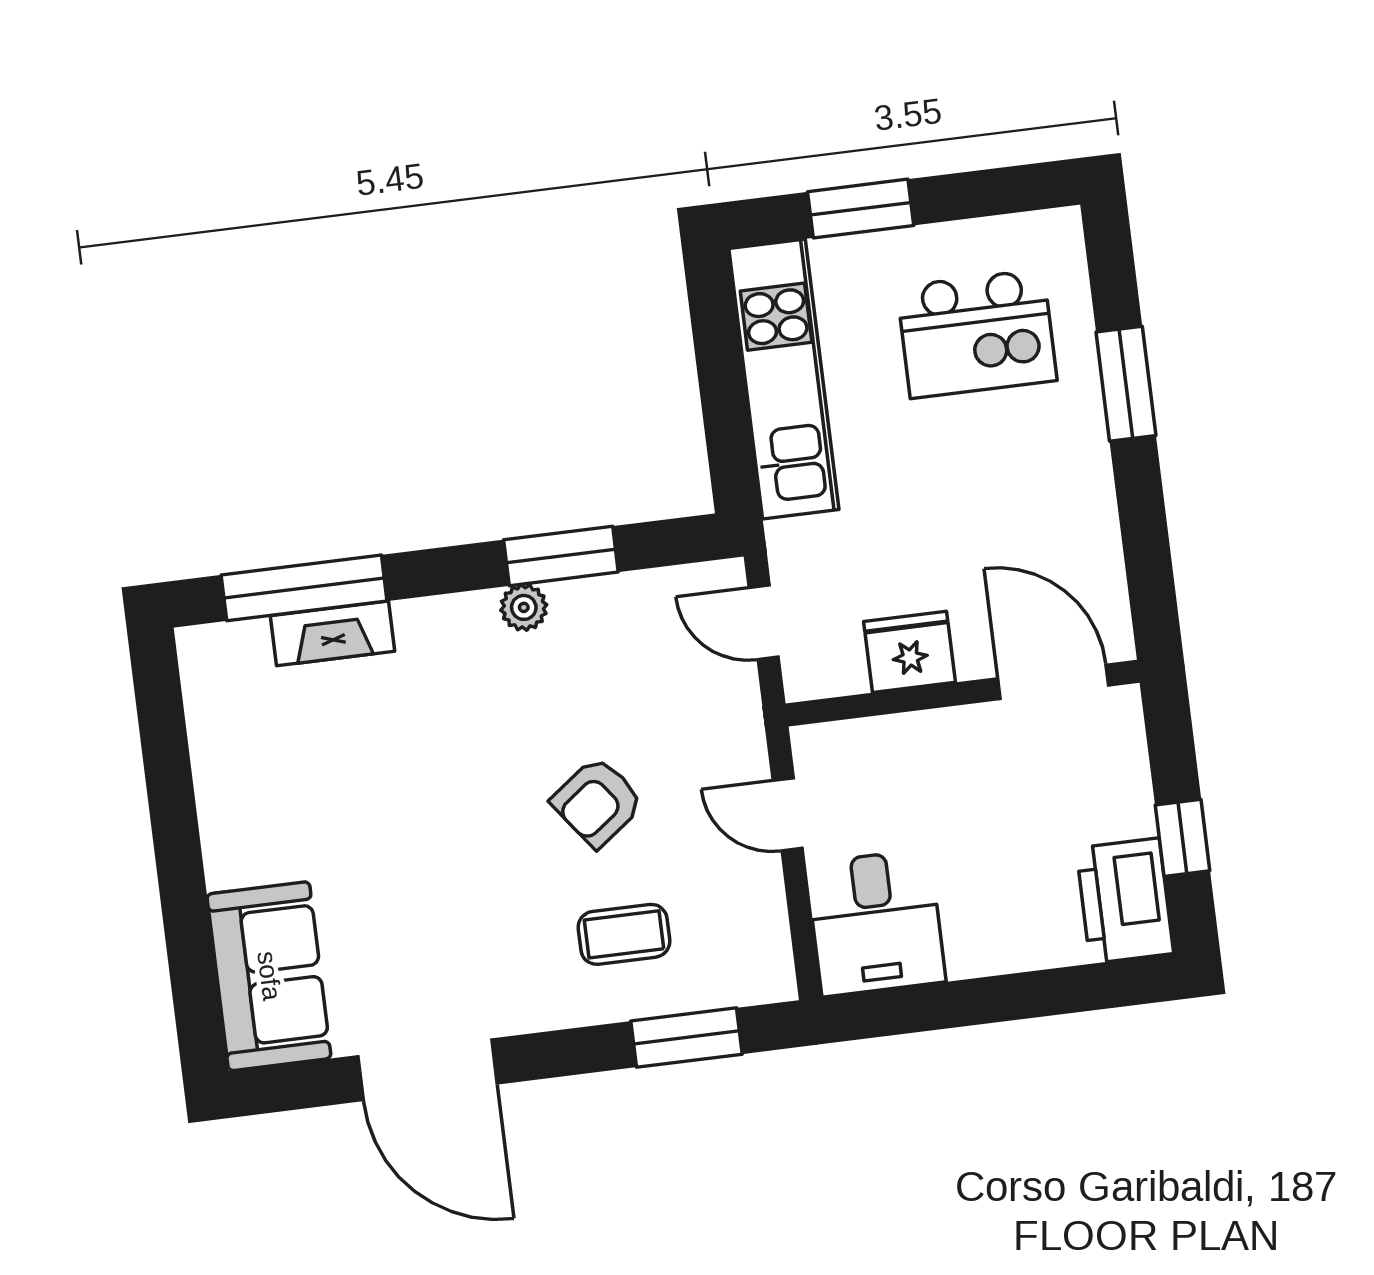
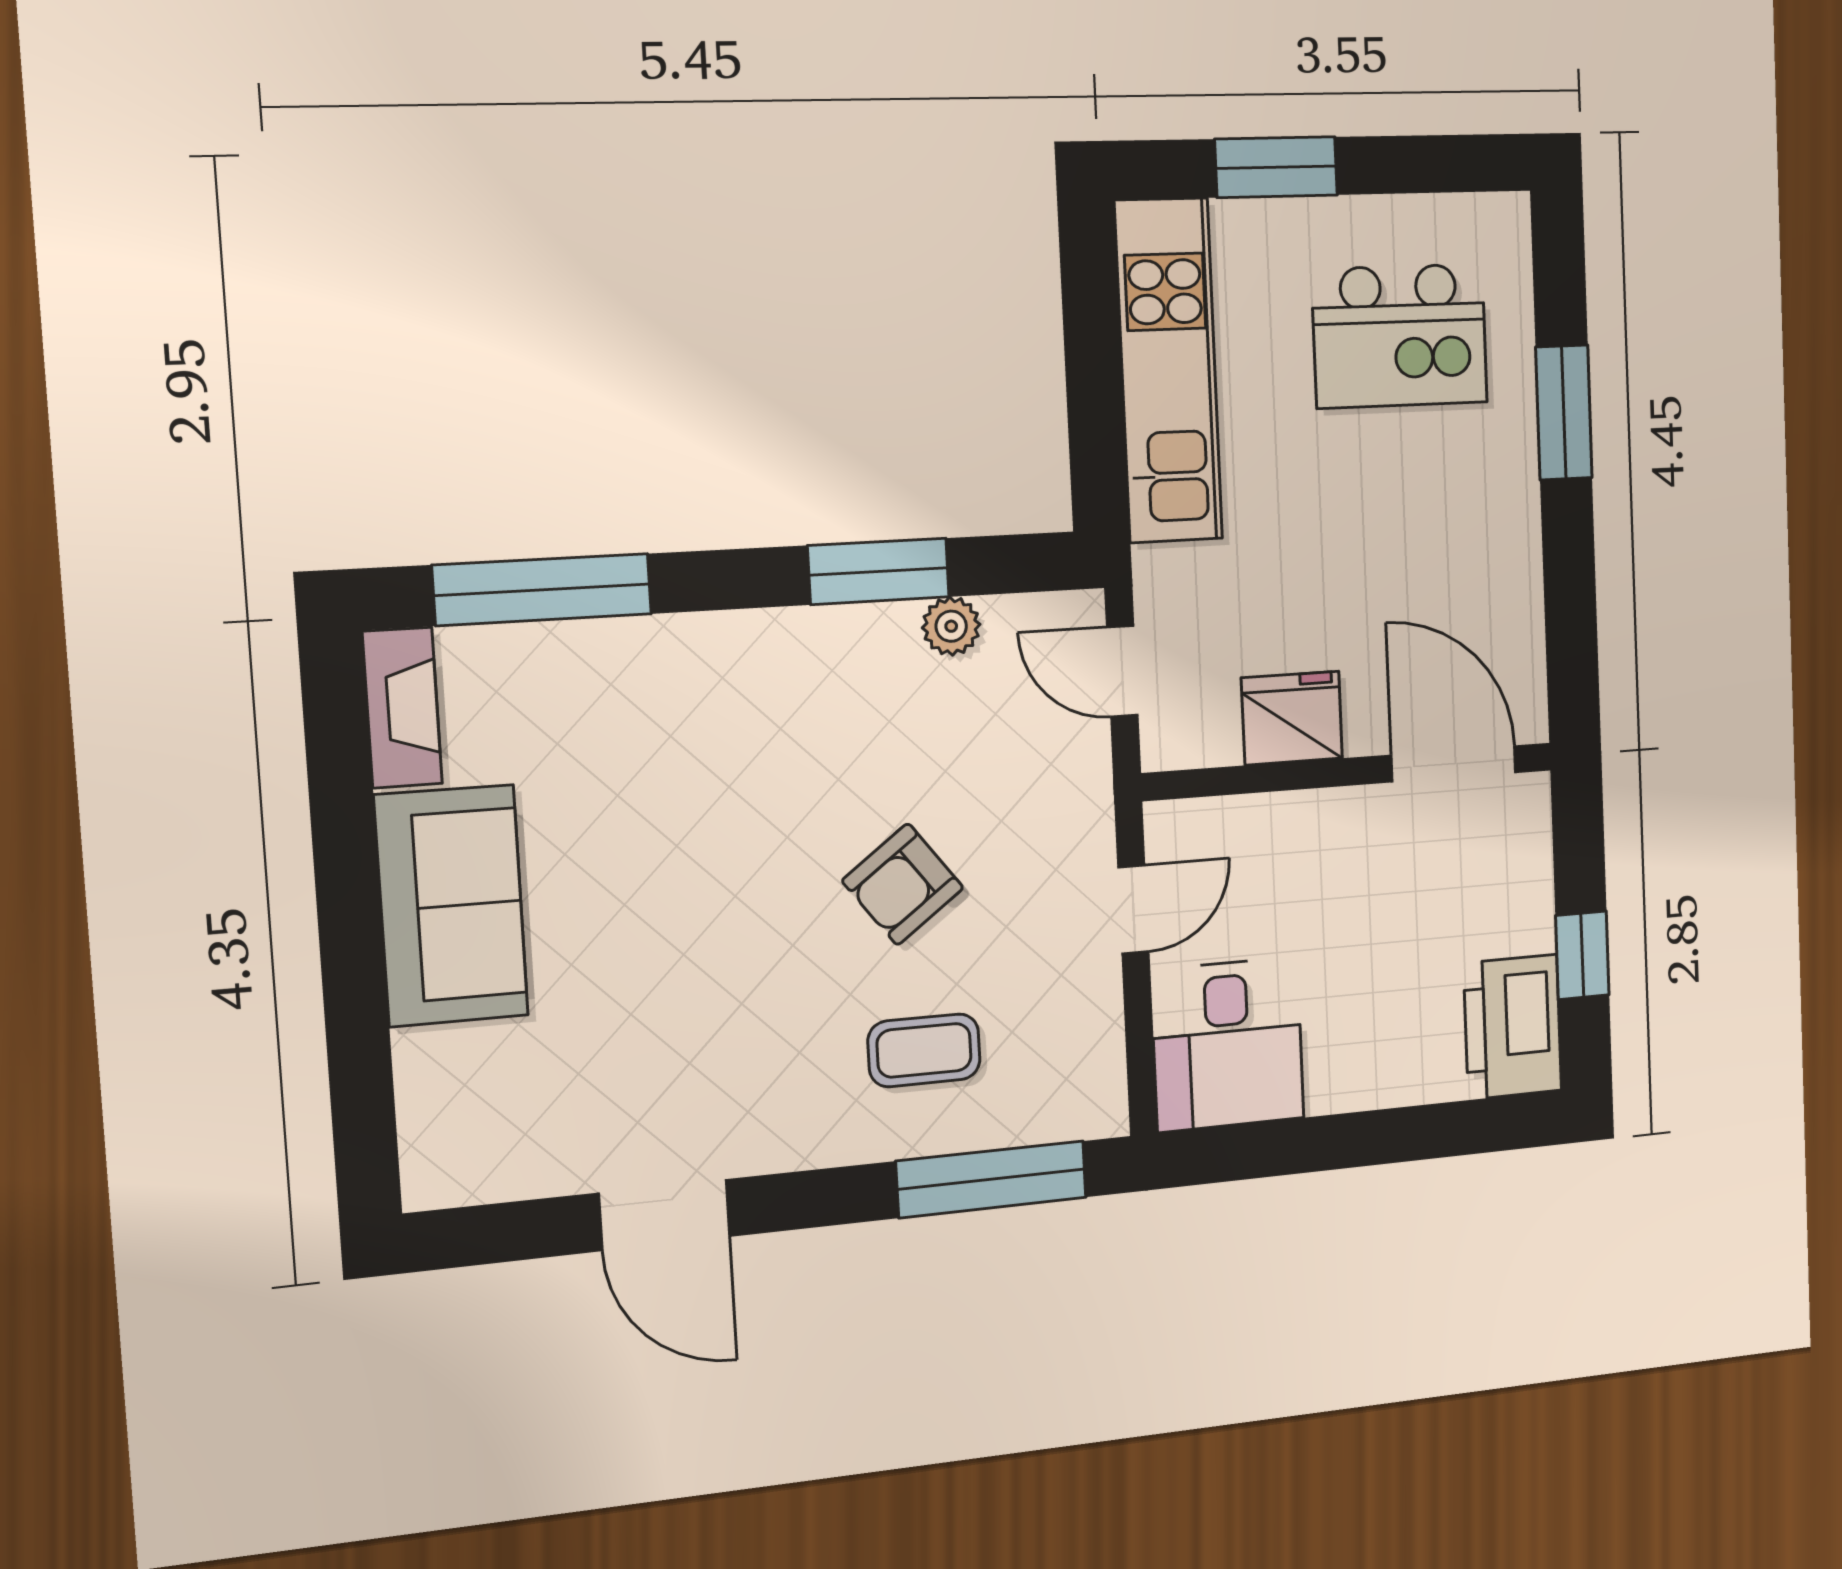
plant: (524, 607) -> (951, 626), moved
fireplace: (333, 633) -> (402, 708), moved, turned -90
door: (788, 814) -> (1133, 909), swing flipped
sofa: (269, 976) -> (451, 906), moved
window: (686, 1038) -> (992, 1179), width x1.44
door: (427, 1070) -> (664, 1215), width x0.73

